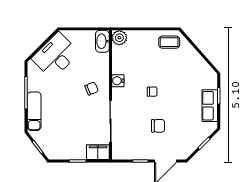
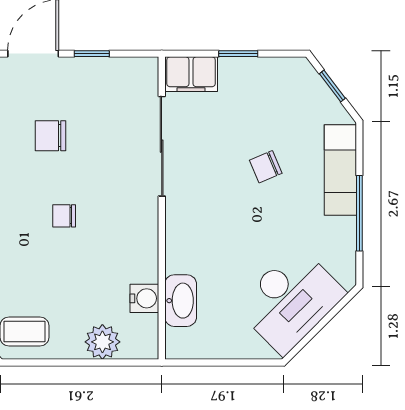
plant: (119, 38) -> (102, 342), moved
washbasin: (102, 41) -> (181, 301), moved
water cooler: (118, 81) -> (144, 298), moved
chair: (92, 89) -> (266, 167), moved

